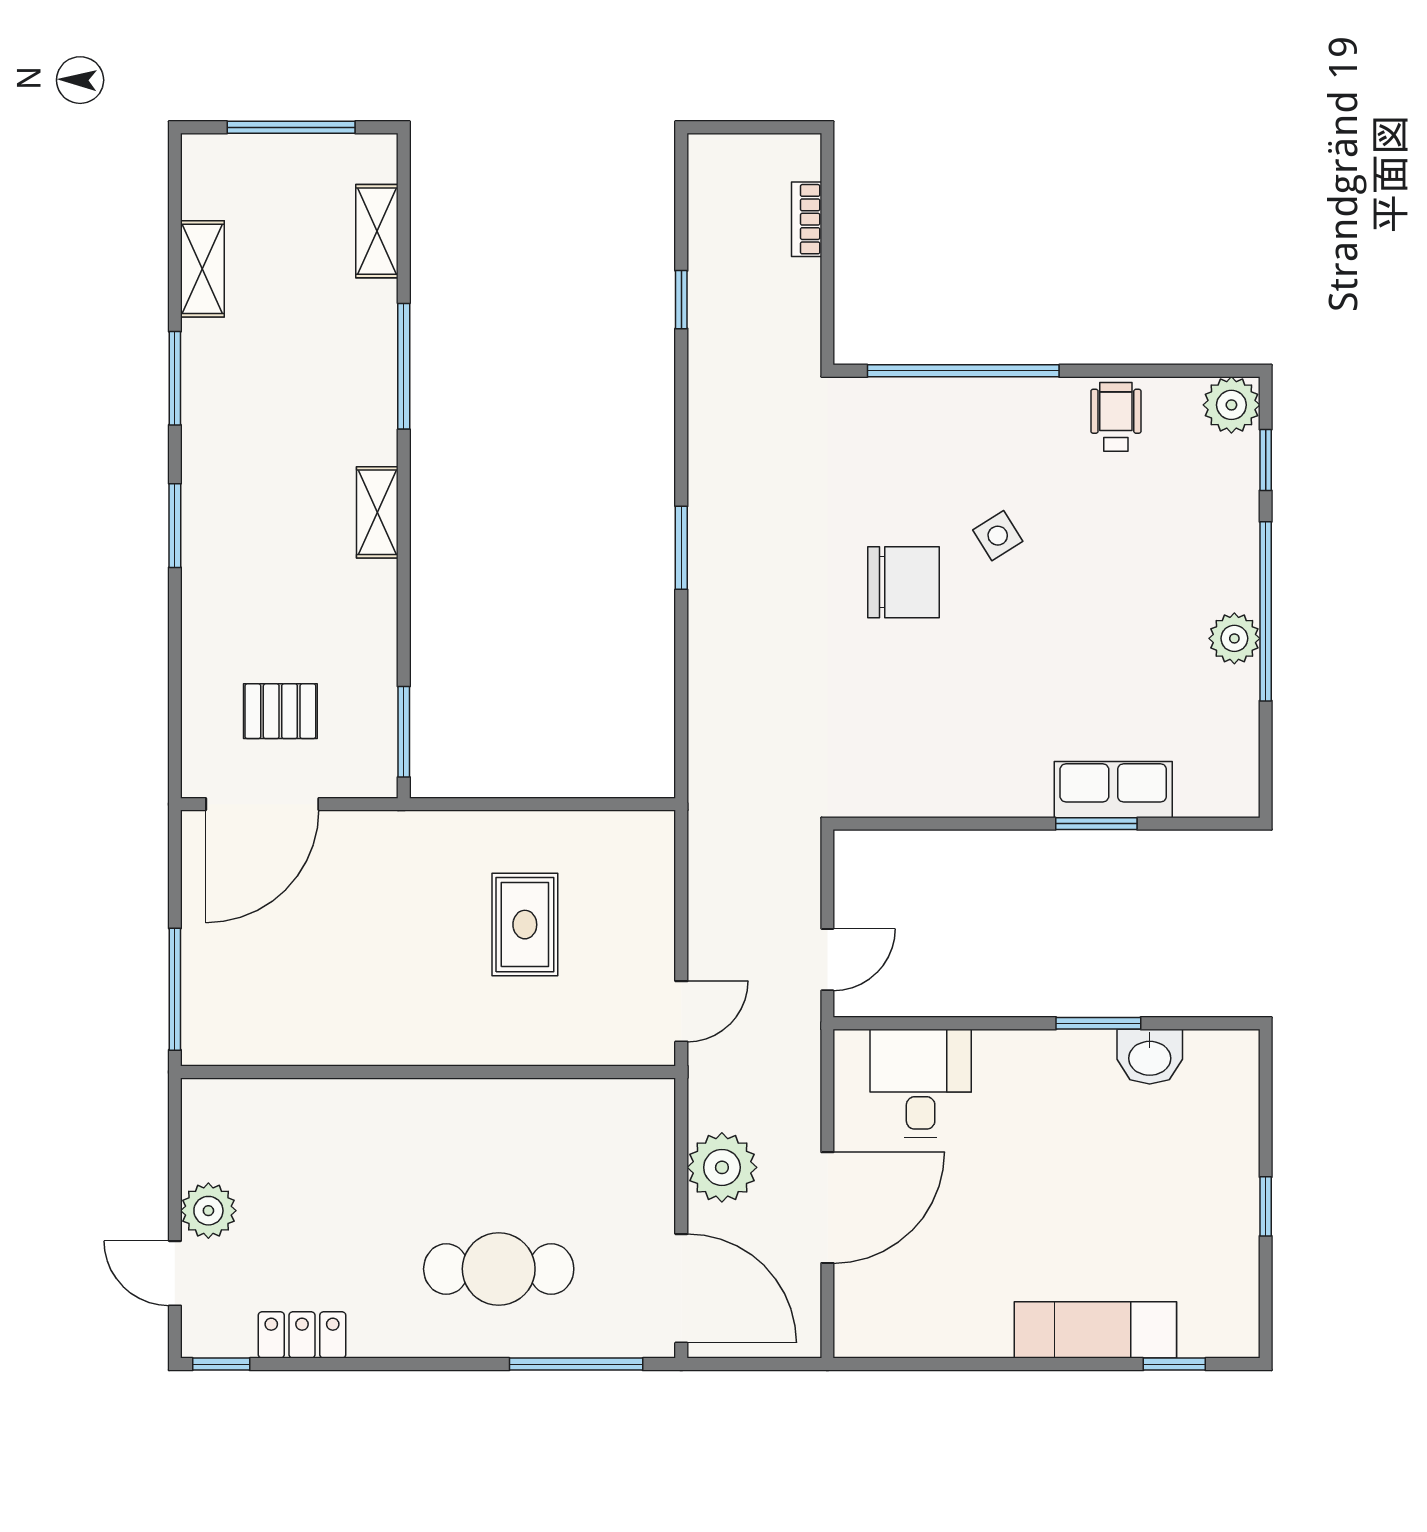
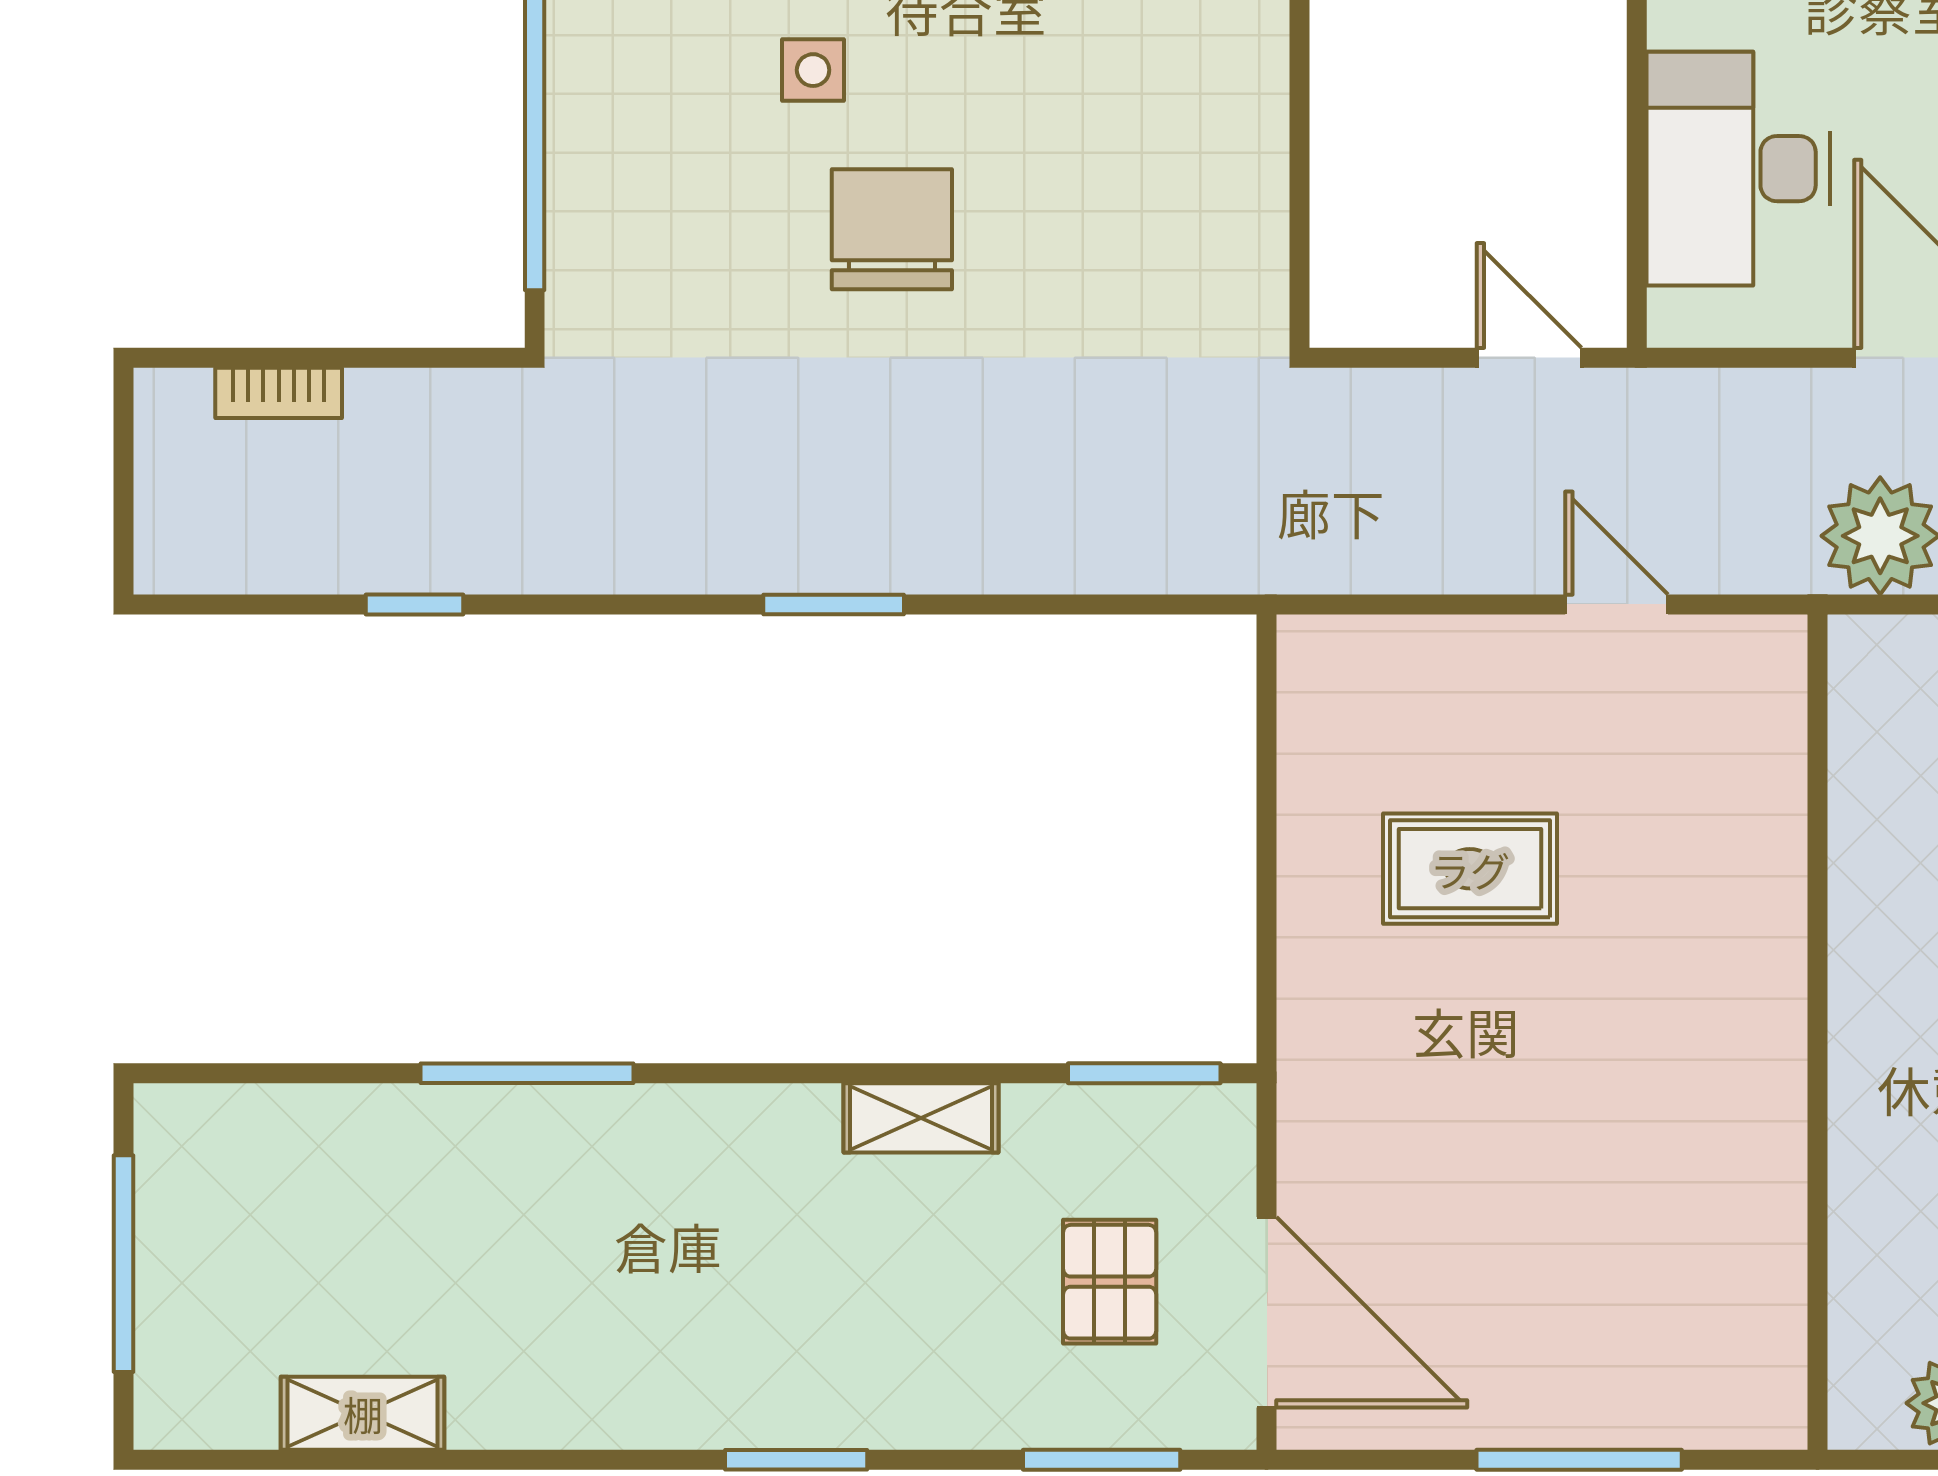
shelving: (377, 231) -> (299, 1119), removed
window: (175, 378) -> (1102, 1460), moved
shelving: (377, 512) -> (921, 1118), moved
side table: (998, 536) -> (813, 70), turned 32
wall: (428, 1072) -> (1818, 1032), moved
desk: (921, 1084) -> (1738, 169), width x1.37

